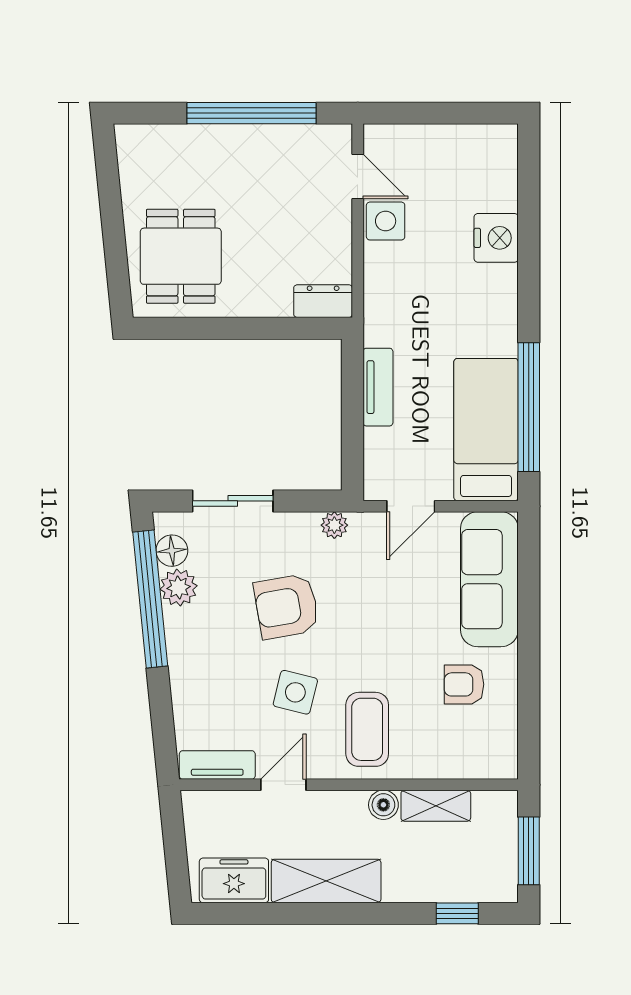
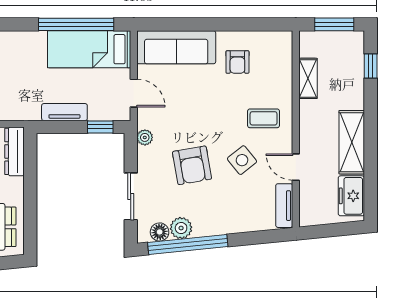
dresser: (323, 301) -> (14, 151), width x1.44
window: (352, 449) -> (100, 127), added
side table: (295, 692) -> (242, 160), turned 37
coffee table: (367, 729) -> (264, 118), width x0.73, depth x0.77
boiler: (383, 805) -> (307, 109), removed

